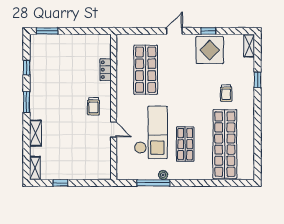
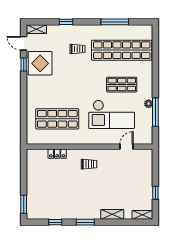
door: (174, 31) -> (24, 43), moved
door: (114, 129) -> (127, 147), moved
checkout: (151, 132) -> (112, 114), turned 180
window: (257, 136) -> (115, 22), added

